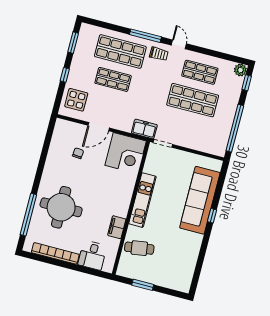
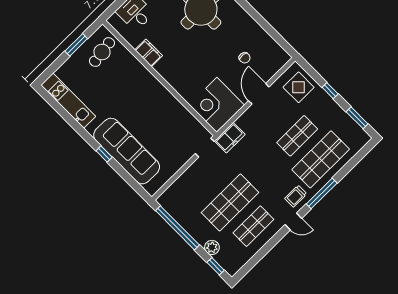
plant: (240, 70) -> (212, 247), moved
kitchen unit: (142, 200) -> (68, 101), moved, turned 180
cafe table: (139, 248) -> (102, 52), moved

